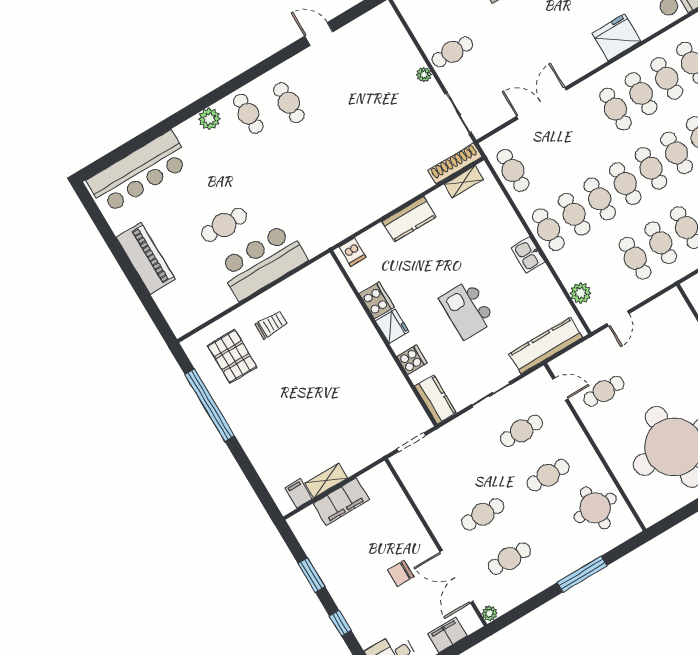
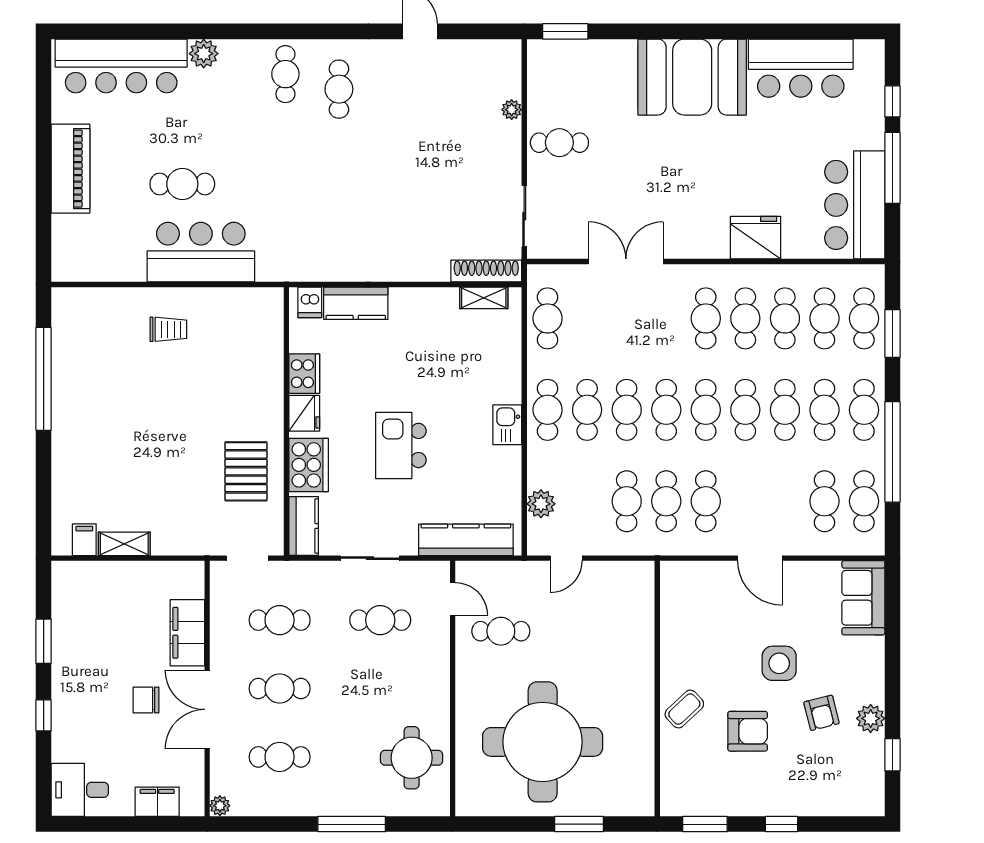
plant: (424, 75) -> (512, 110), moved
plant: (209, 119) -> (204, 54), moved
kitchen counter: (409, 219) -> (356, 303), moved
pallet: (232, 356) -> (246, 471), moved
cooker: (412, 360) -> (309, 465), width x1.87, depth x1.31
cafe table: (548, 475) -> (280, 620), moved
filing cabinet: (341, 502) -> (187, 633), moved, turned 90
double door: (456, 577) -> (207, 709), moved

